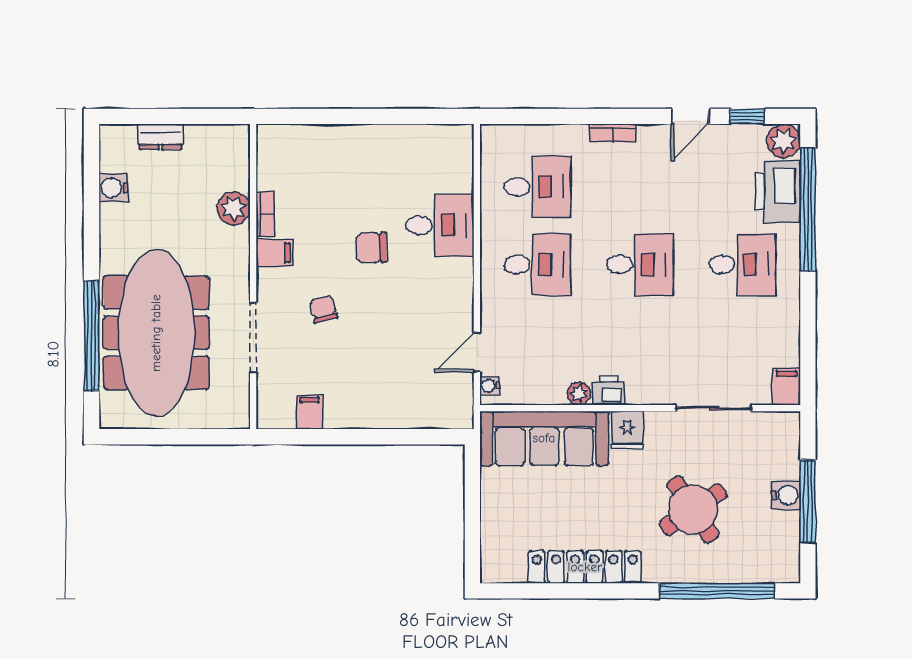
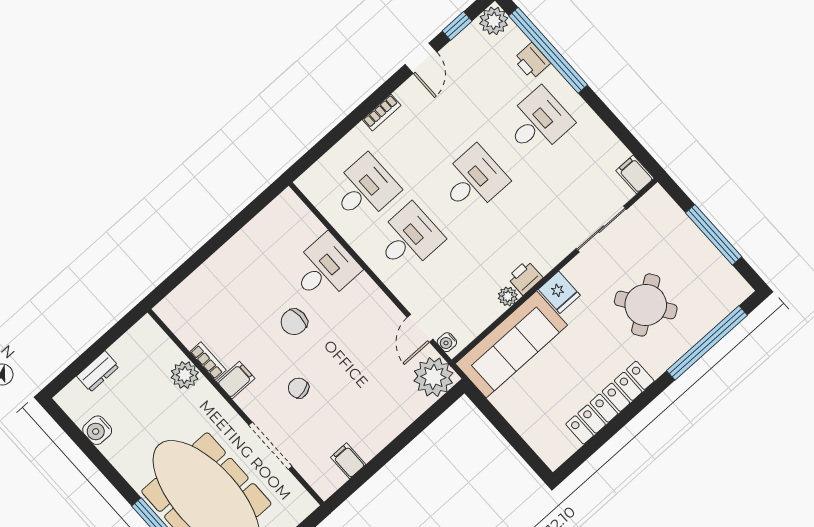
printer: (778, 191) -> (532, 61), width x0.53, depth x0.68
plant: (450, 406) -> (433, 377), added
water cooler: (786, 495) -> (696, 243), removed

